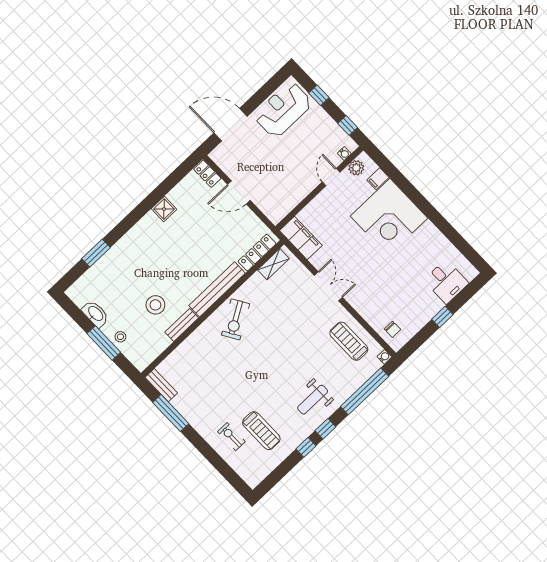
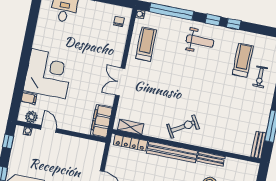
door: (331, 177) -> (49, 129), swing flipped
treadmill: (349, 341) -> (146, 44), turned 180

